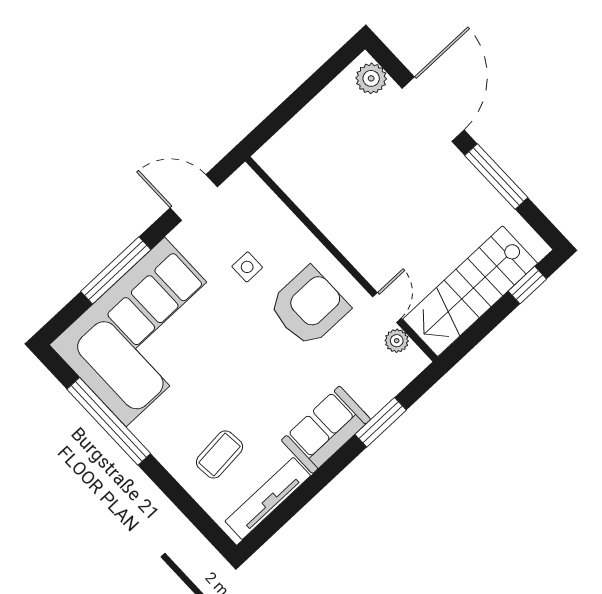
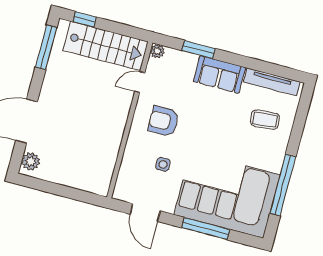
window: (496, 177) -> (46, 47), moved
armchair: (309, 307) -> (164, 121), width x0.73, depth x0.73
plant: (397, 341) -> (157, 51), moved

